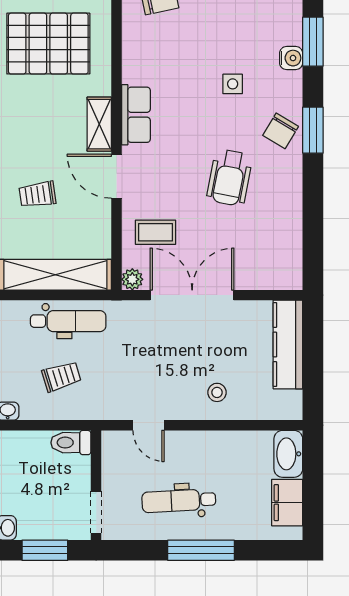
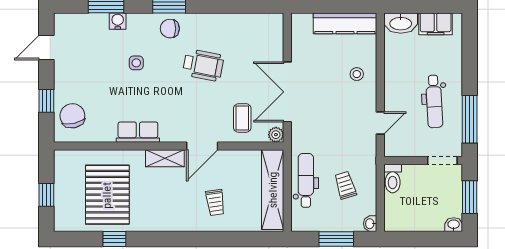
row of seats: (136, 115) -> (138, 132), moved
chair: (281, 131) -> (170, 29), turned 149
kitchen counter: (288, 345) -> (345, 23), moved
window: (201, 550) -> (470, 119), moved

